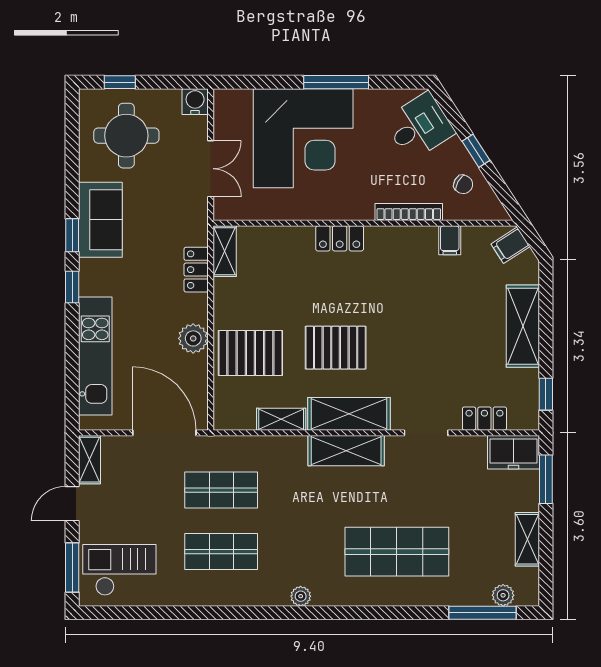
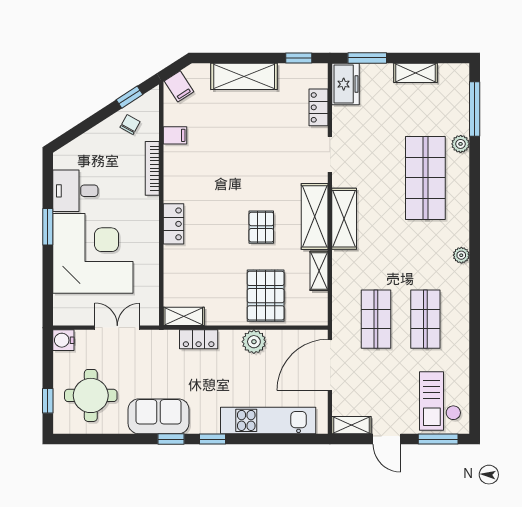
window: (336, 82) -> (48, 227), width x0.69
desk: (419, 126) -> (75, 191), moved, turned -57
window: (476, 151) -> (129, 97), moved
pallet: (336, 348) -> (261, 227), width x0.67, depth x0.71
plant: (503, 595) -> (461, 144), moved

